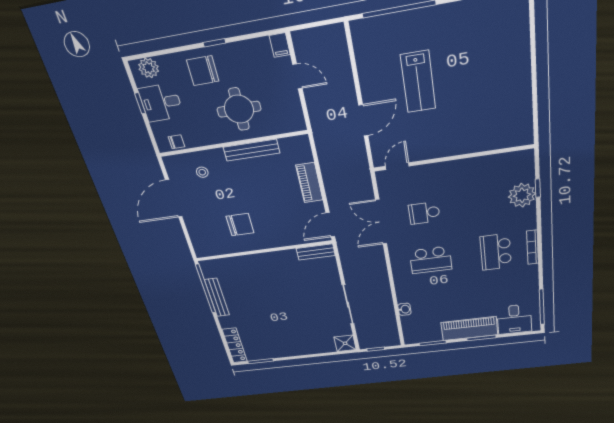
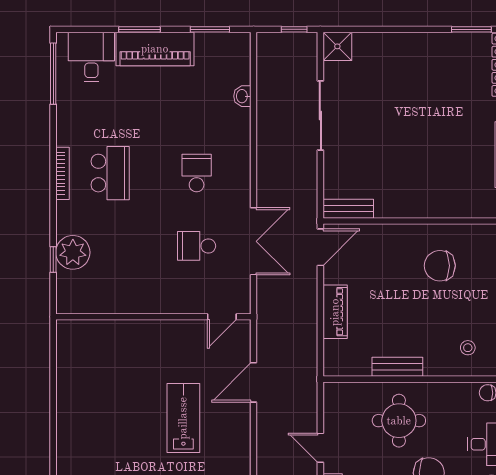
bench: (251, 150) -> (397, 367), width x0.73
school desk: (424, 213) -> (197, 246), turned 180
school desk: (431, 260) -> (197, 173), width x0.54

